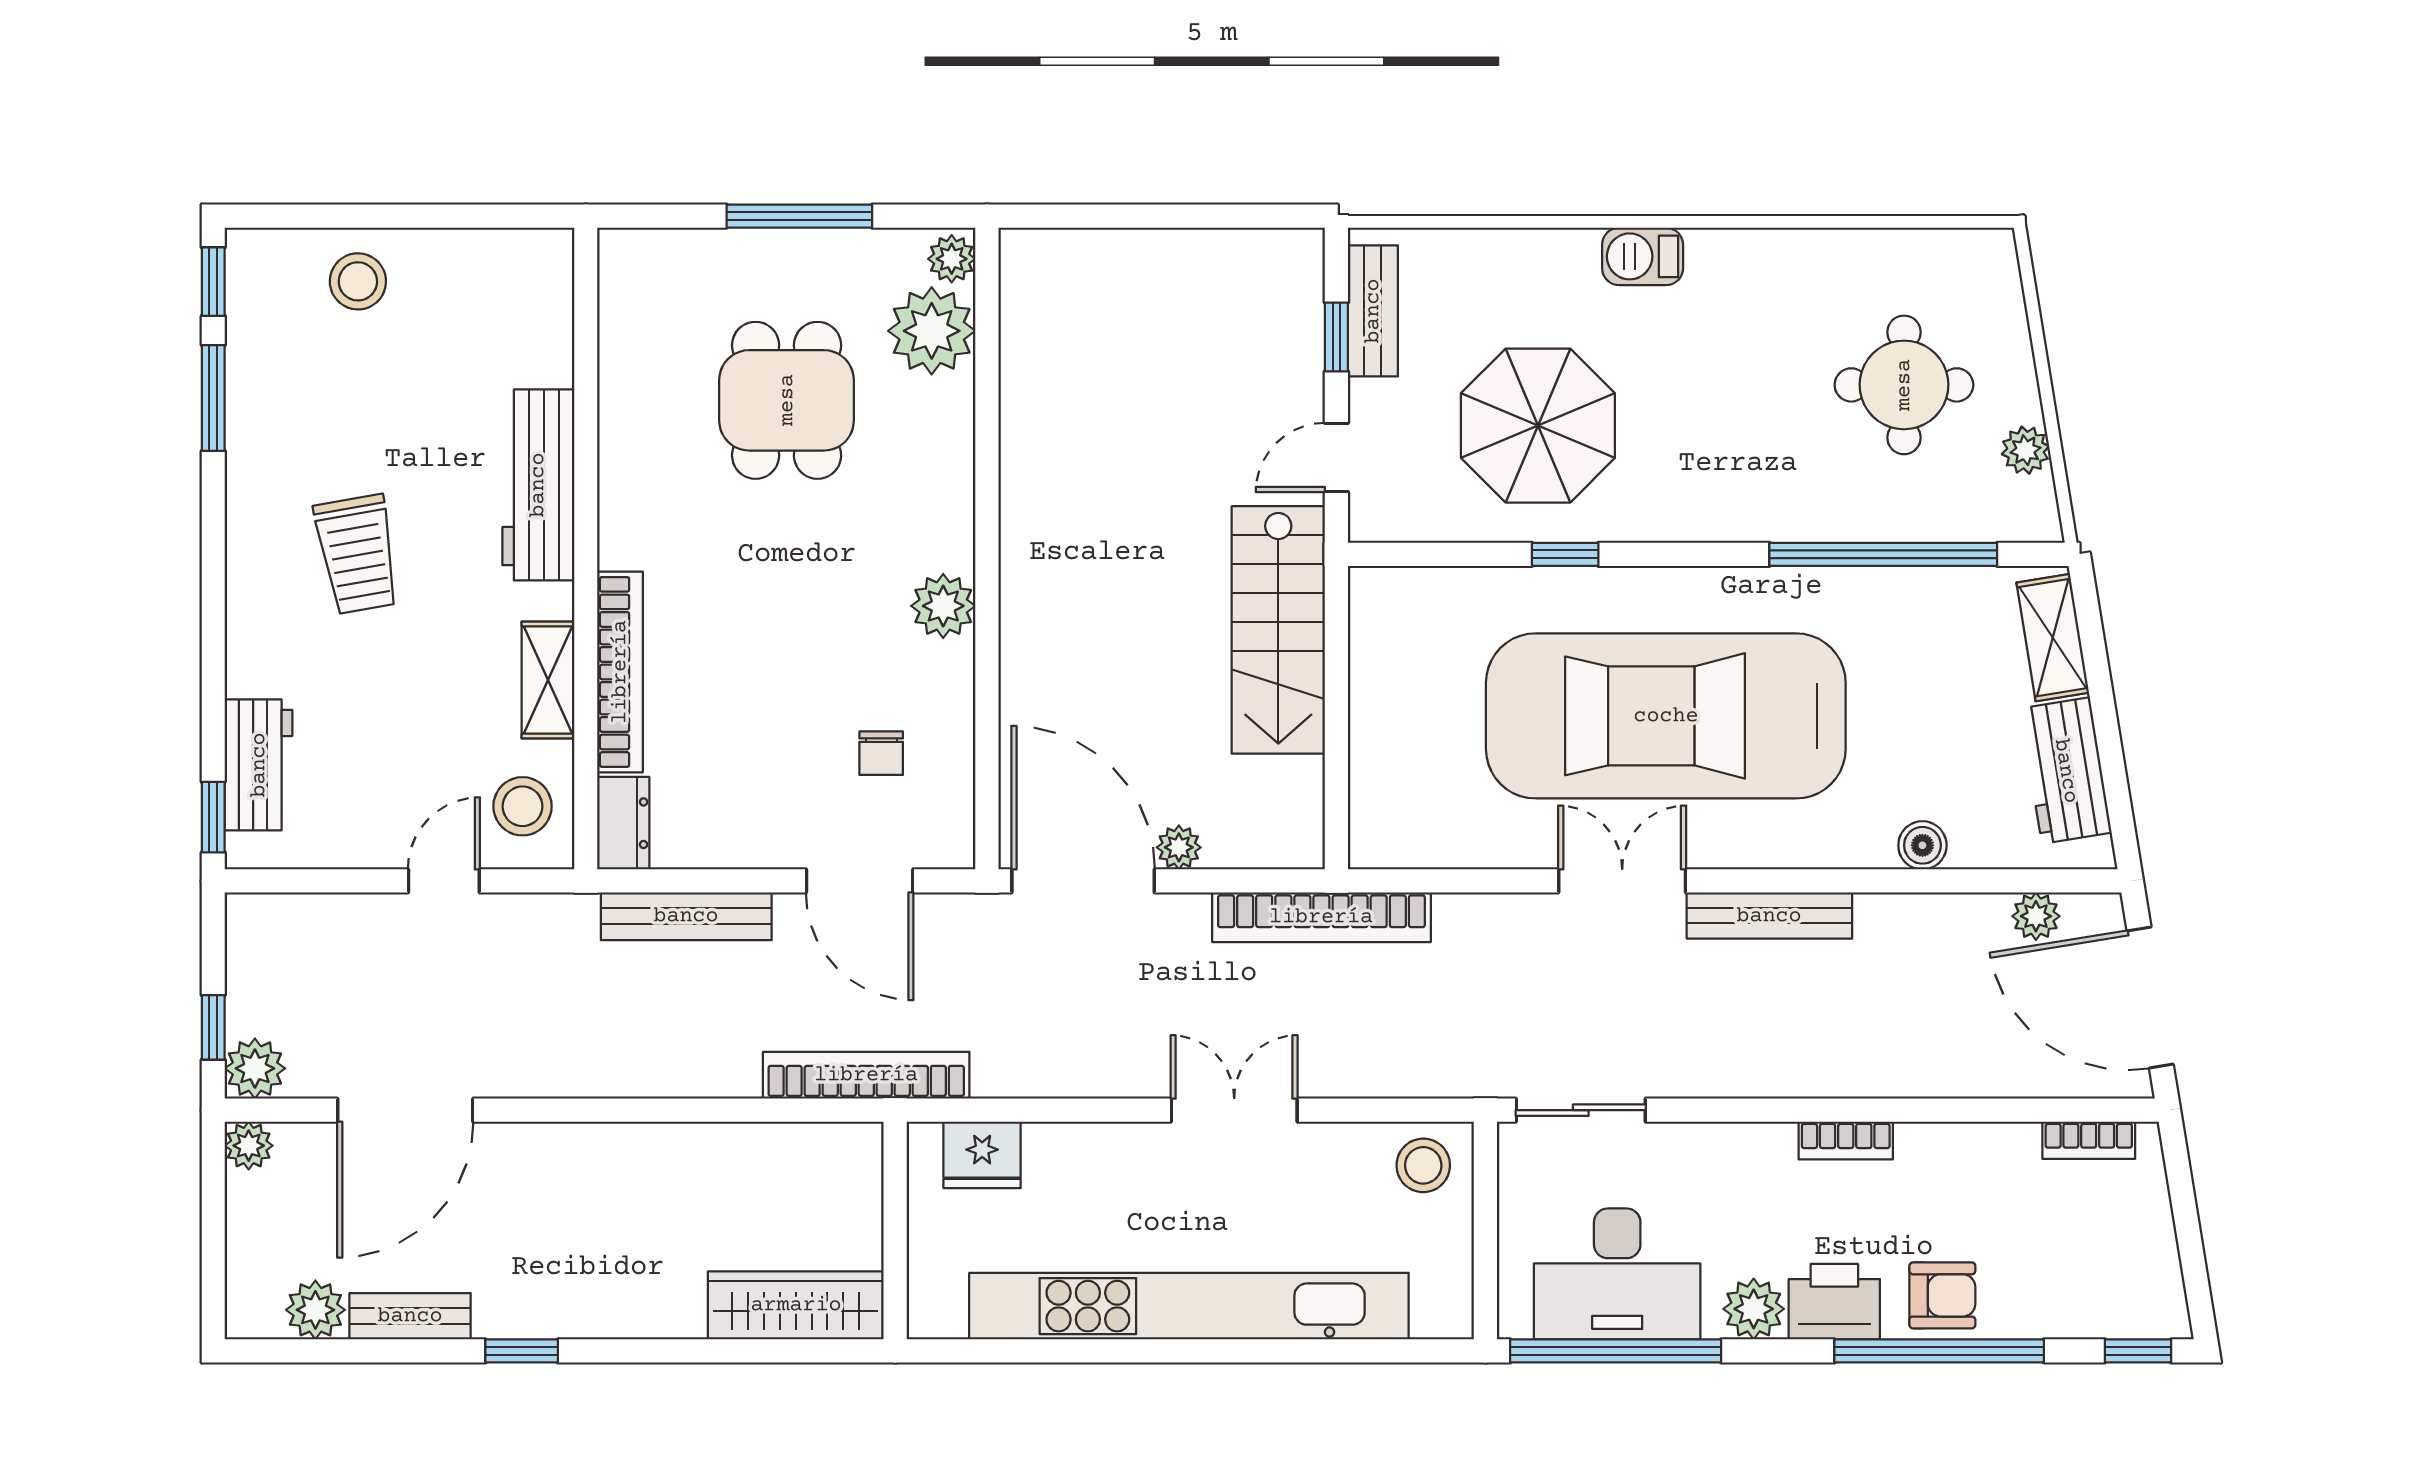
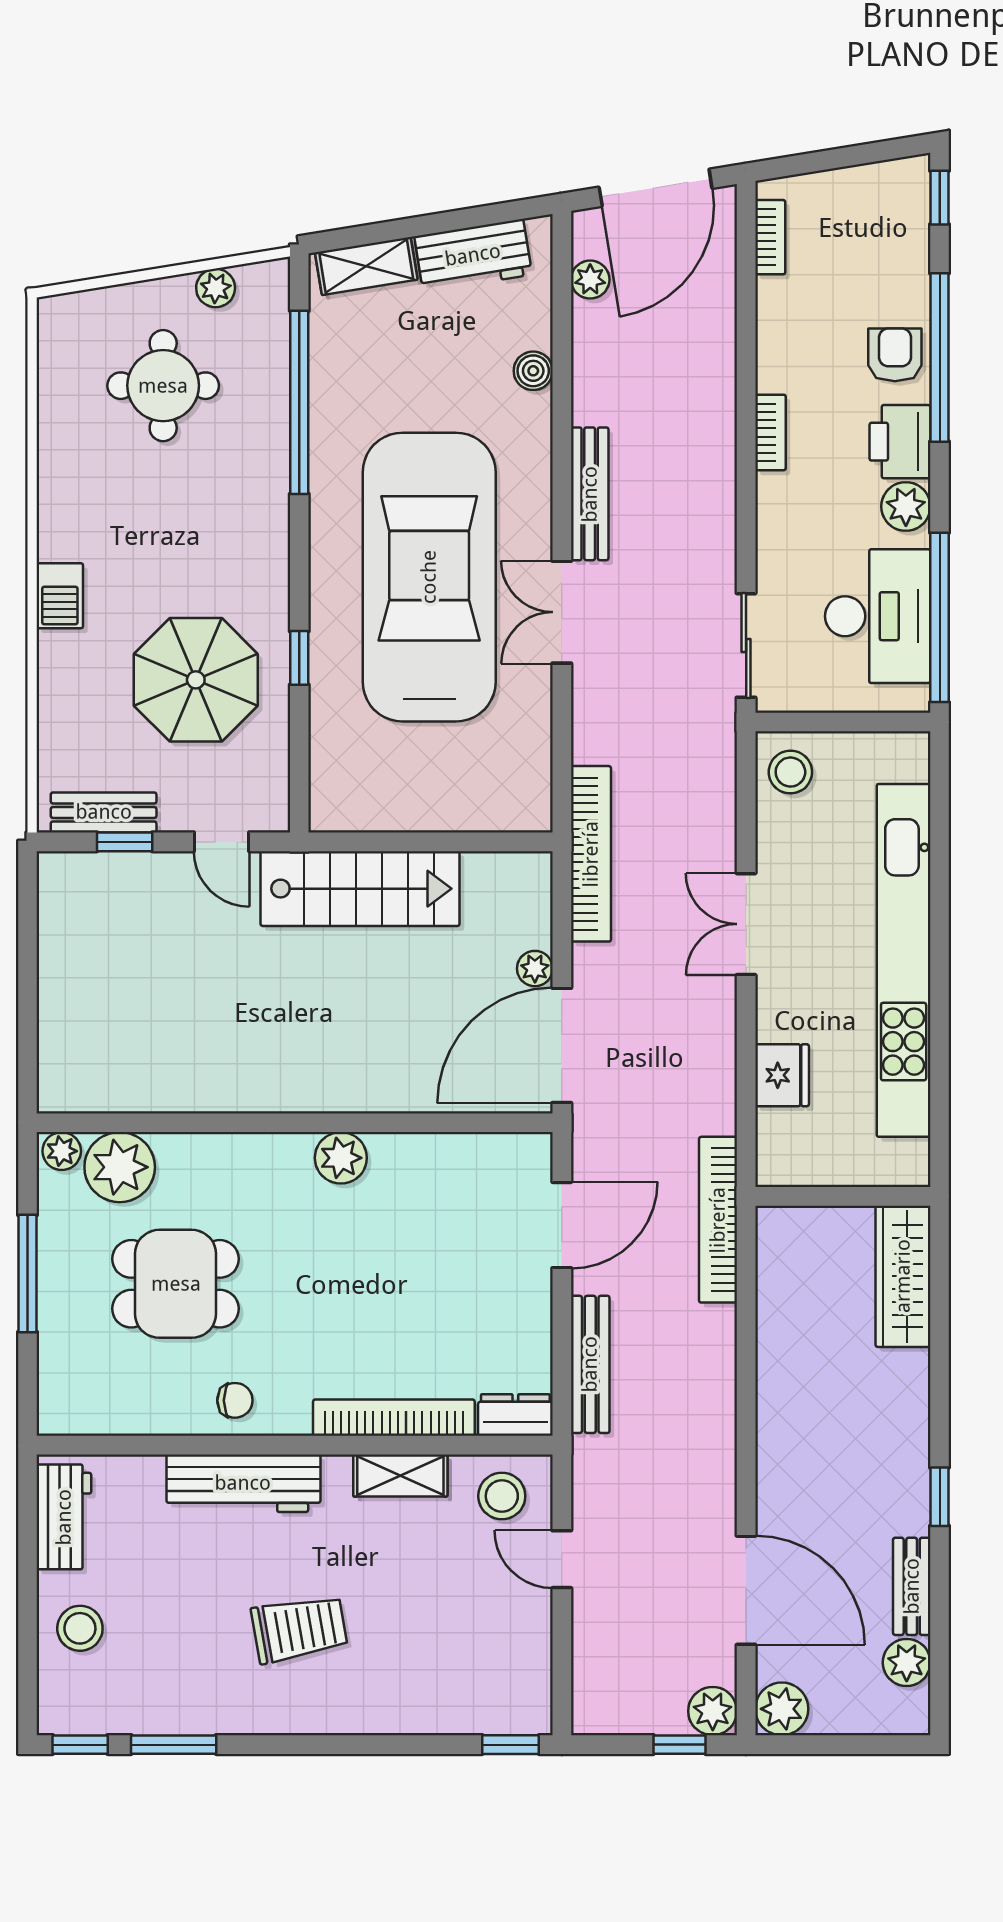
car: (1666, 716) -> (429, 577), turned 180
chair: (881, 753) -> (235, 1400), moved
workbench: (259, 765) -> (64, 1517), moved, turned 90
plant: (249, 1146) -> (782, 1709), width x1.38, depth x1.38
fridge: (982, 1155) -> (782, 1075), moved

